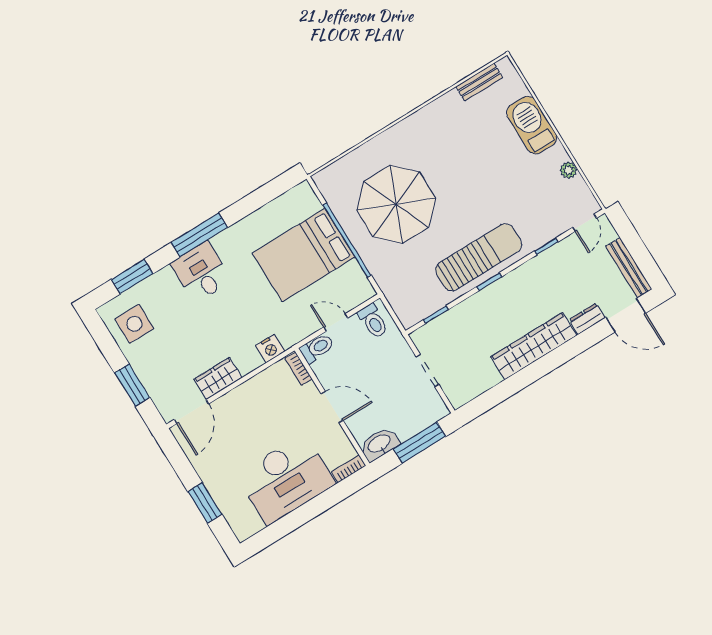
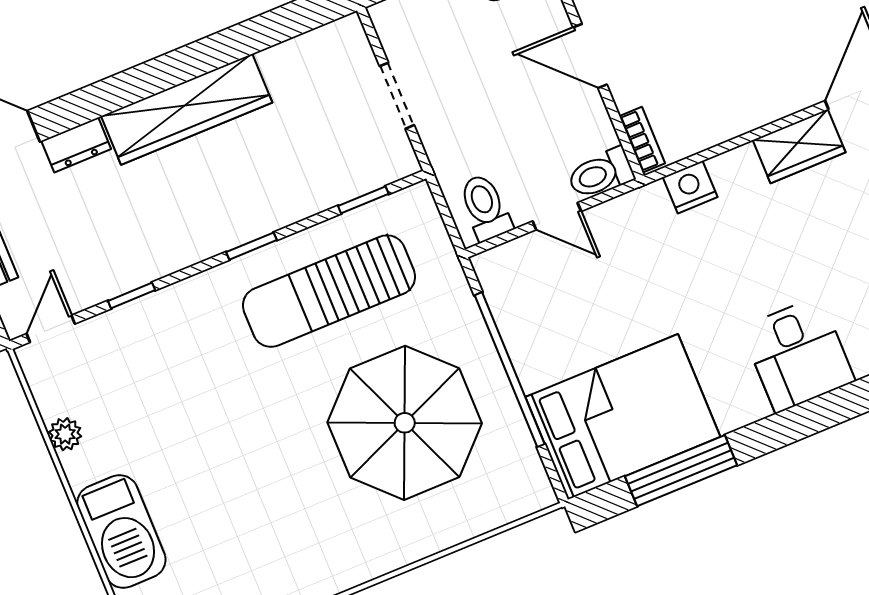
window: (199, 235) -> (681, 471), moved
bed: (303, 255) -> (623, 417), moved
sun lounger: (479, 257) -> (329, 291), moved

